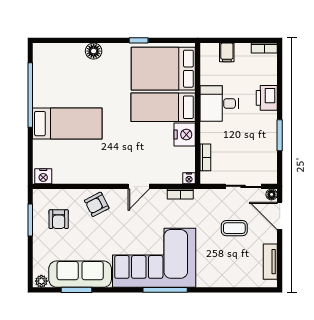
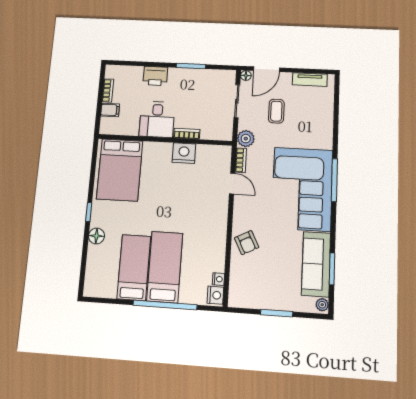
window: (139, 40) -> (89, 212), moved
bookcase: (264, 48) -> (108, 90), moved
window: (30, 95) -> (165, 305), moved
bed: (163, 107) -> (134, 267), moved, turned 180
bookcase: (205, 157) -> (187, 134), moved
nightstand: (189, 178) -> (218, 279), moved
door: (139, 186) -> (232, 184), moved
plant: (203, 198) -> (246, 139), added
armchair: (59, 219) -> (260, 282), removed
window: (30, 220) -> (277, 313), moved

